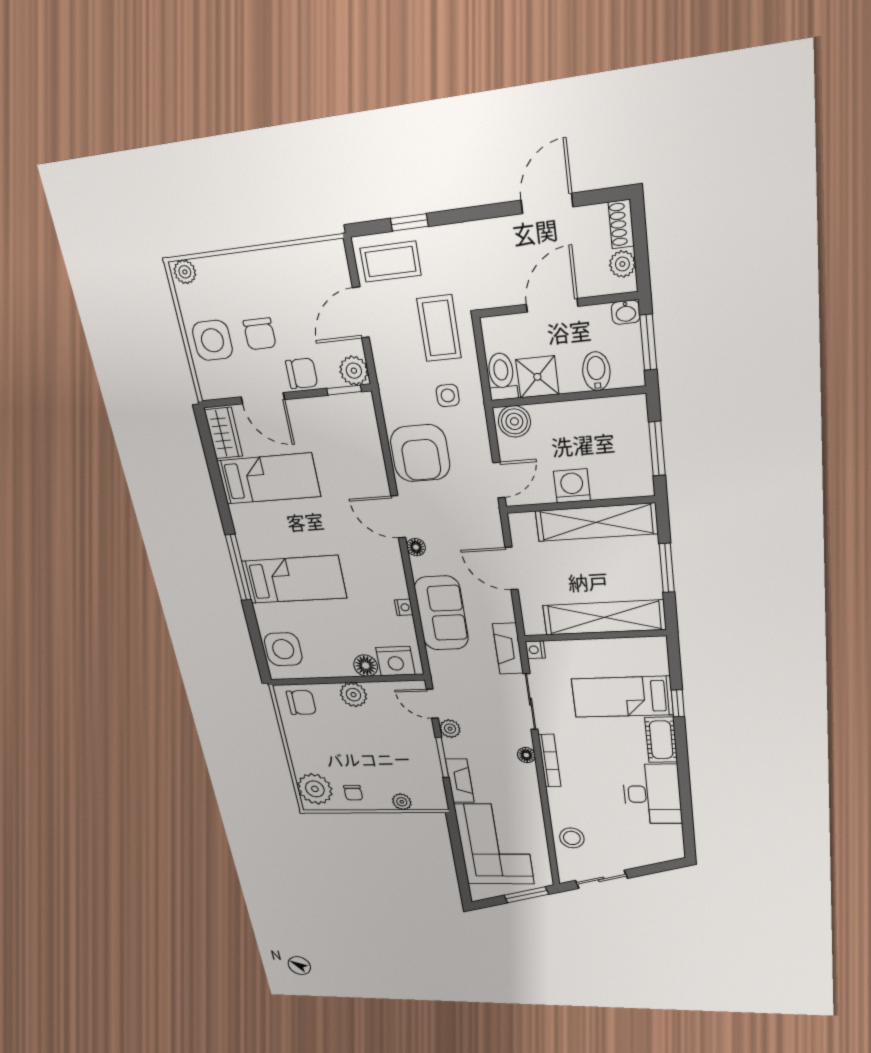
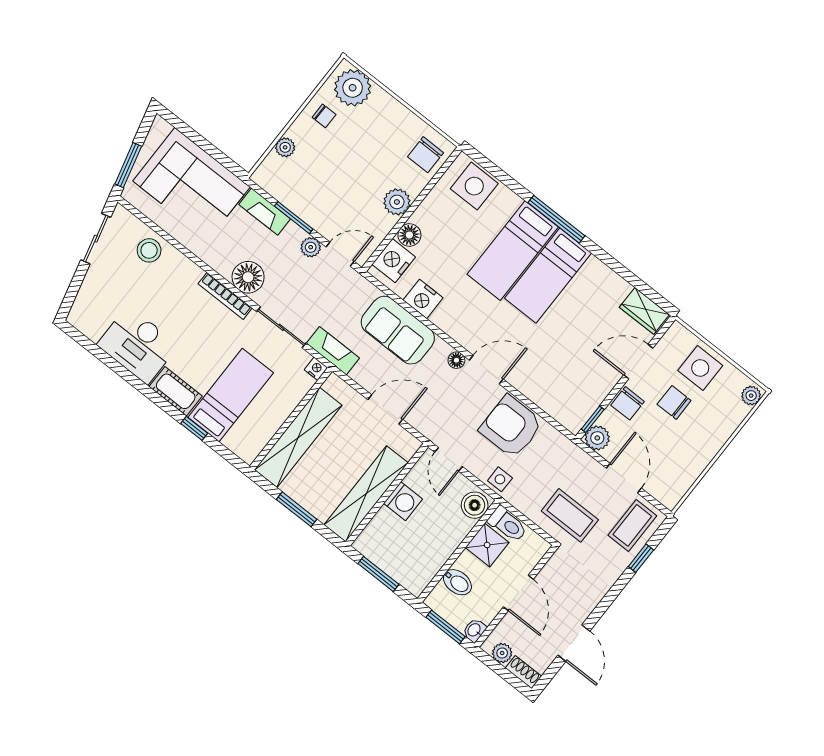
side table: (448, 396) -> (500, 479), moved
bed: (269, 479) -> (548, 276), moved
nightstand: (404, 607) -> (423, 299), width x1.89, depth x1.79
floor lamp: (526, 755) -> (248, 277), width x1.89, depth x1.89
chair: (353, 793) -> (324, 116), turned 180

